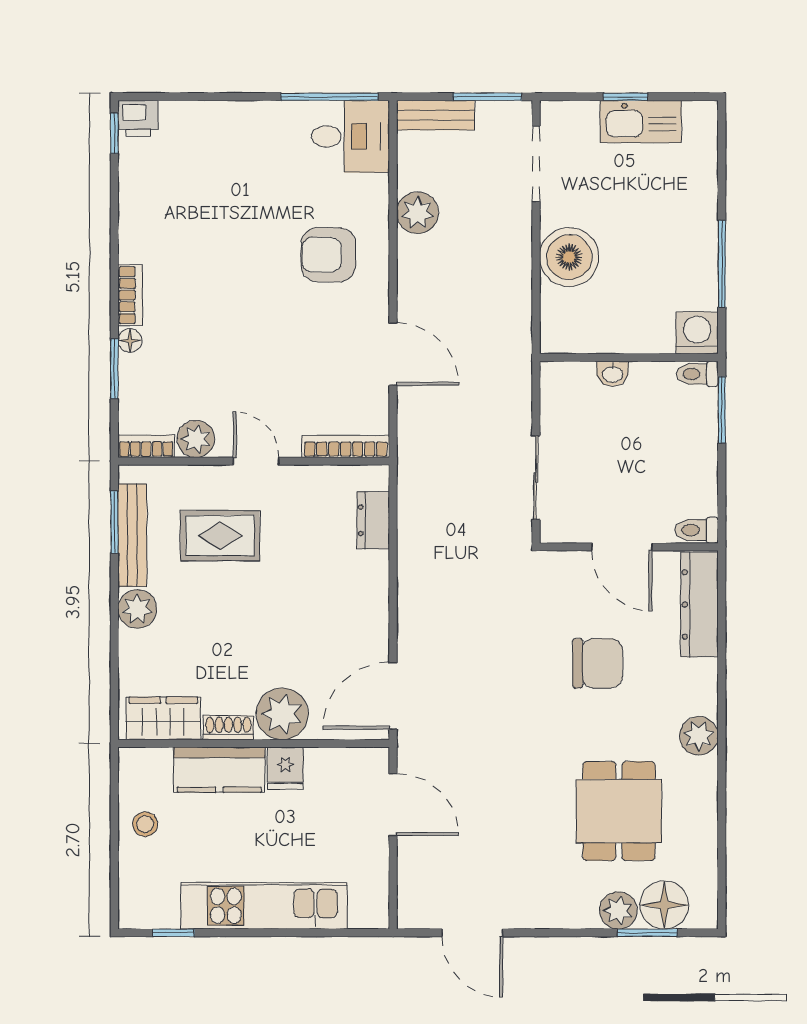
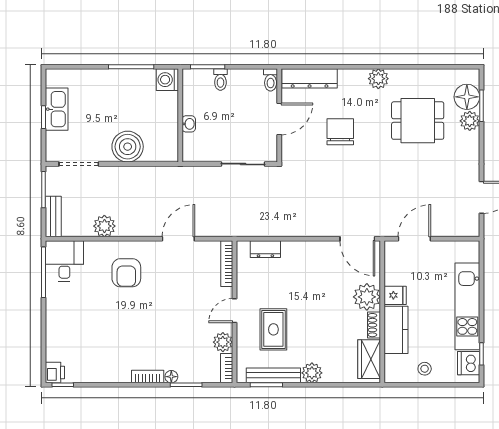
toilet: (697, 374) -> (220, 79), moved
dishwasher: (156, 908) -> (469, 363), added

